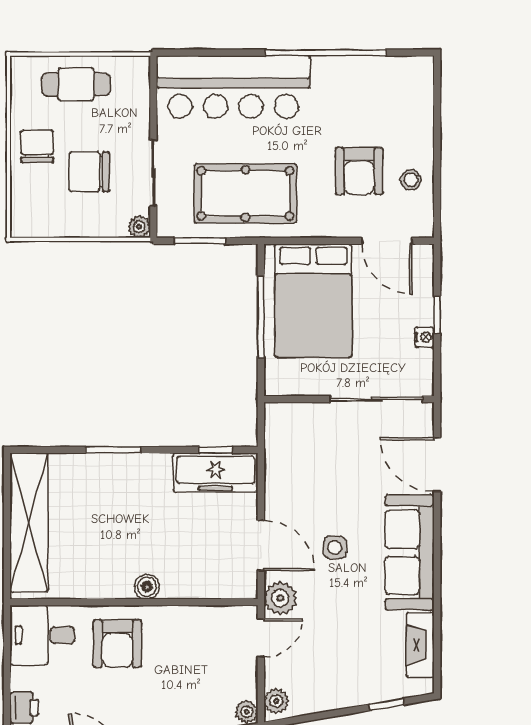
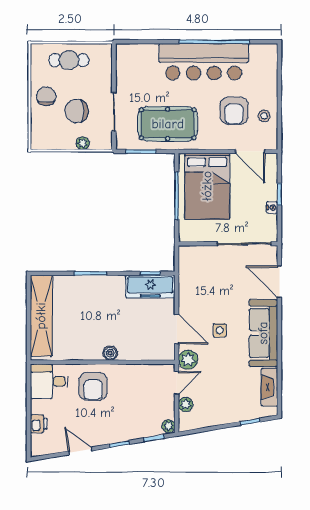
bar counter: (233, 87) -> (204, 62), moved
plant: (139, 227) -> (83, 143), moved
plant: (276, 701) -> (186, 404), moved

